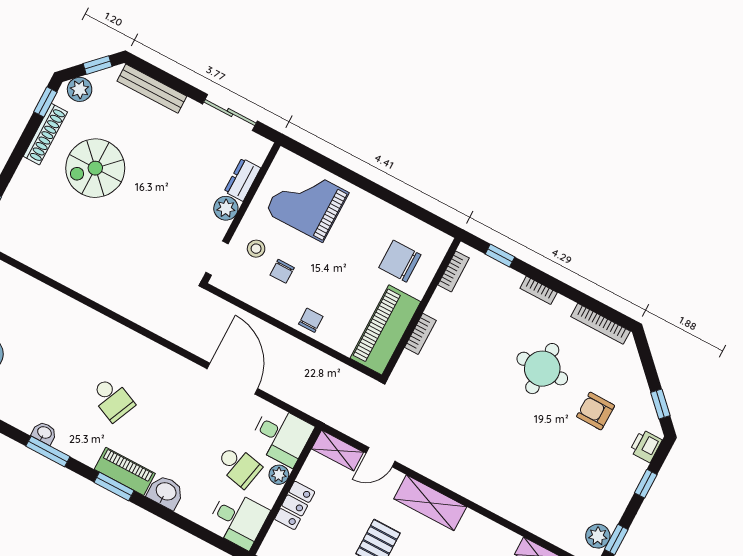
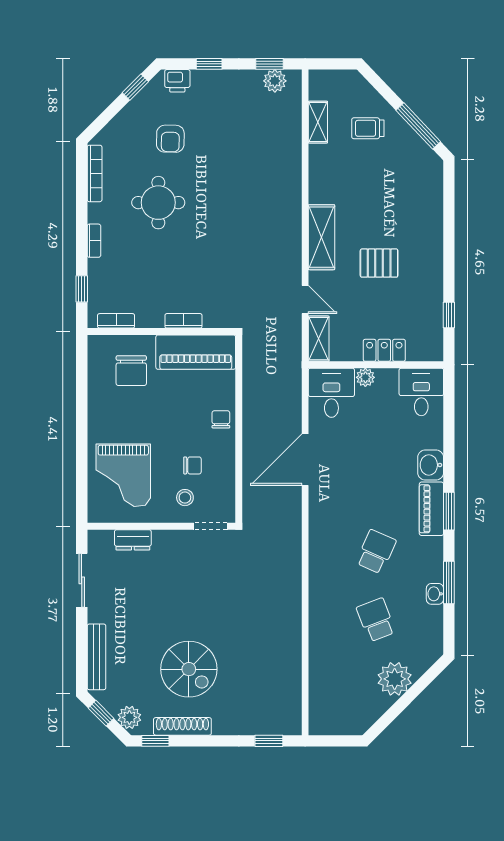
plant: (226, 208) -> (164, 541), removed
chair: (311, 320) -> (221, 419), turned 90
school desk: (239, 466) -> (376, 620), moved, turned -33

